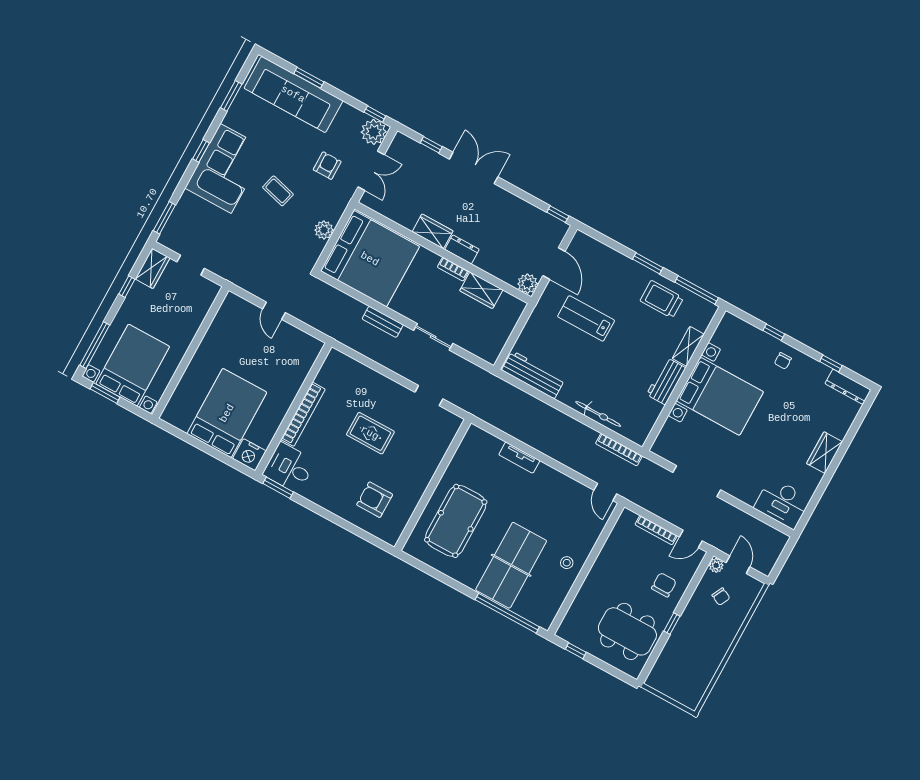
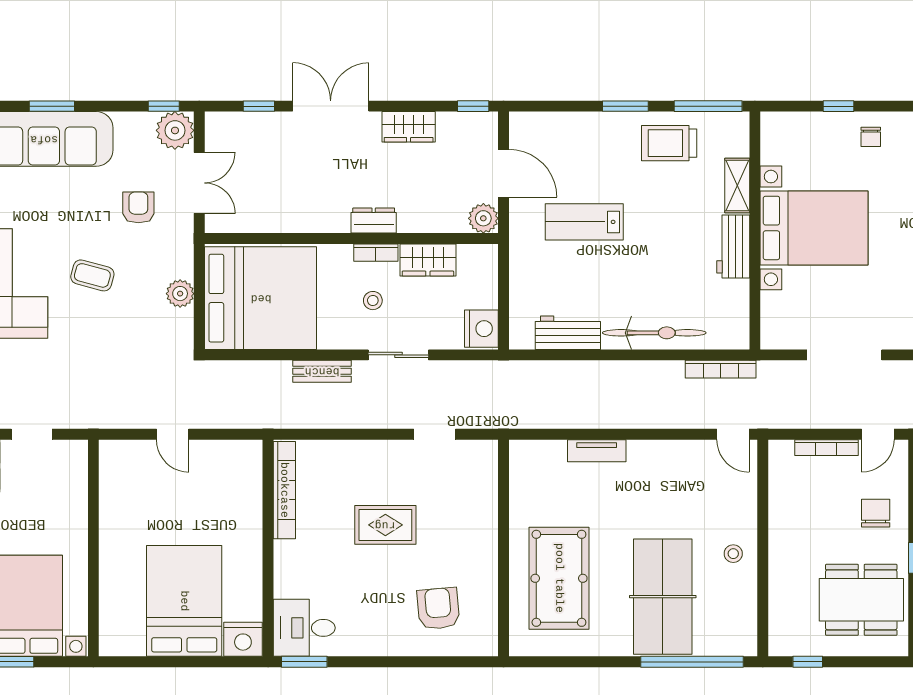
wardrobe: (433, 231) -> (409, 127), moved, turned 180
stool: (436, 296) -> (373, 301), added
nightstand: (491, 348) -> (481, 329), added
workbench: (533, 375) -> (568, 333), width x0.73
bookcase: (303, 414) -> (284, 490), moved
bicycle: (598, 414) -> (654, 333), width x1.37, depth x1.40
armchair: (375, 500) -> (438, 608), turned 85

